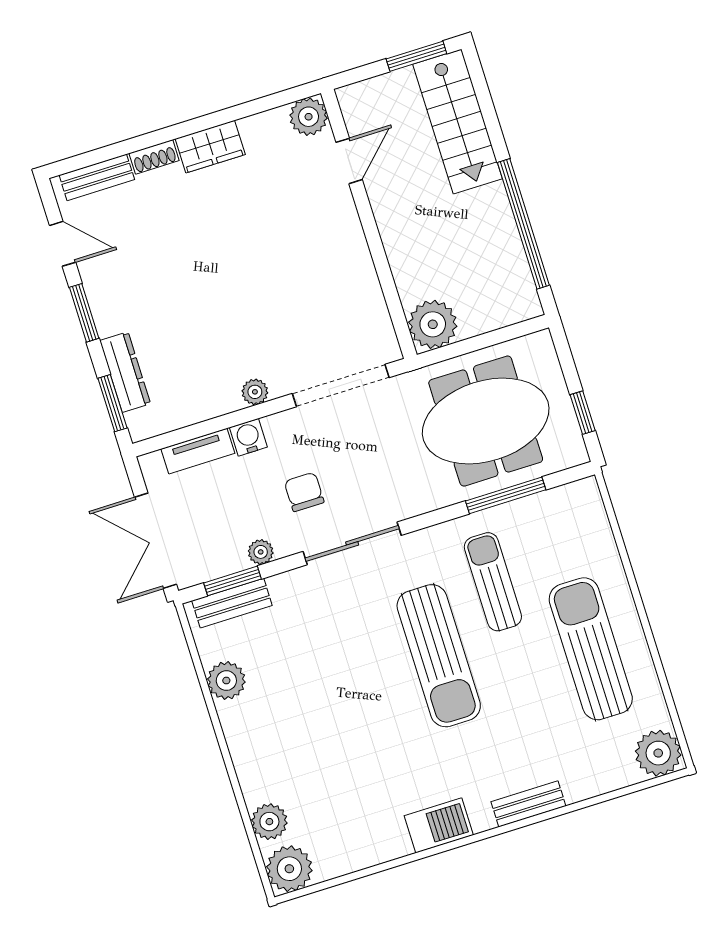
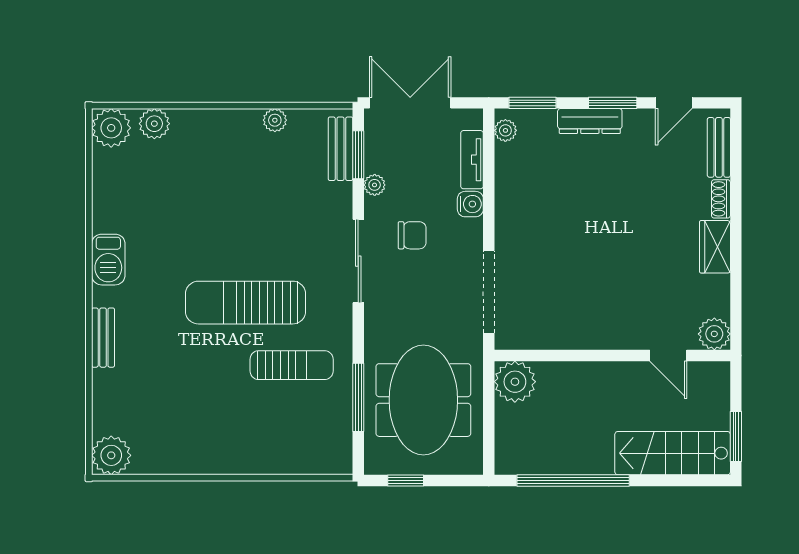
dresser: (125, 372) -> (590, 121), moved
plant: (255, 392) -> (505, 130), moved
sun lounger: (591, 649) -> (213, 427), removed
plant: (226, 681) -> (275, 120), width x0.73, depth x0.73

